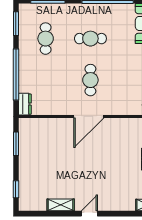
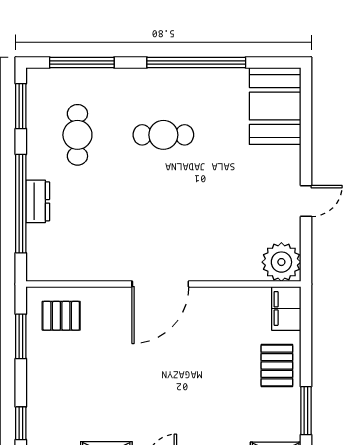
cafe table: (90, 80) -> (163, 214), removed
dresser: (25, 104) -> (38, 201), moved
pallet: (37, 133) -> (61, 316), added

